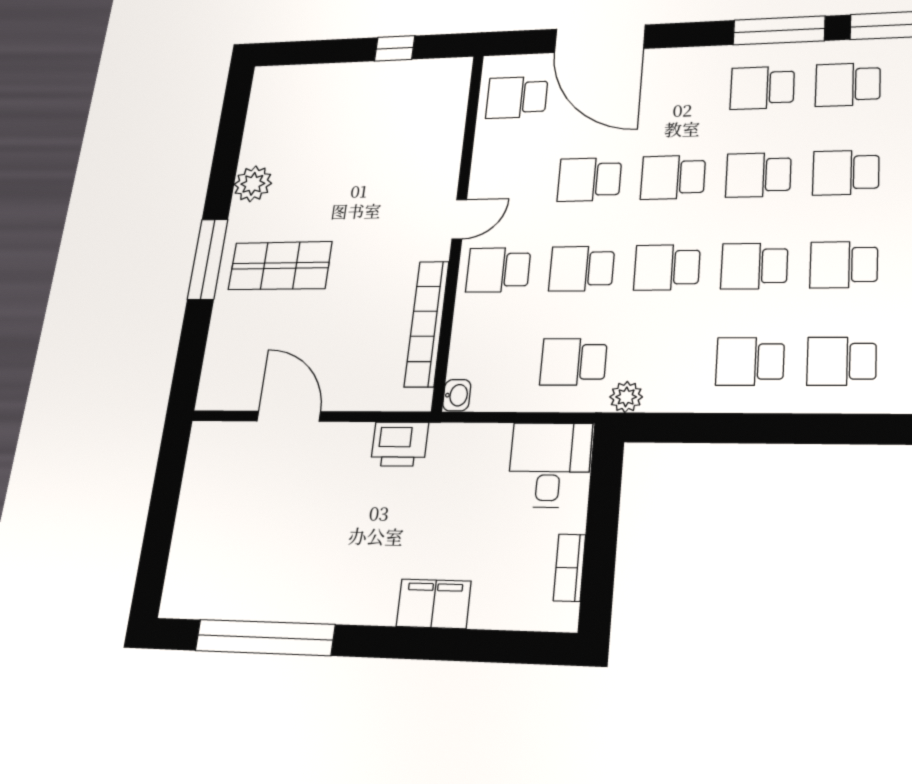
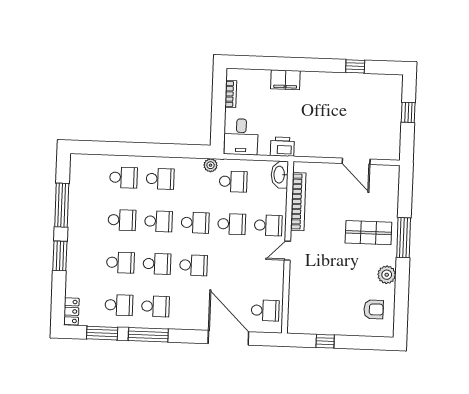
armchair: (289, 115) -> (374, 309), added
school desk: (589, 179) -> (230, 267), removed
washbasin: (457, 395) -> (280, 175), width x1.91, depth x1.45
printer: (400, 444) -> (282, 147), moved
window: (159, 529) -> (408, 112), added
window: (265, 638) -> (355, 66), width x0.32

